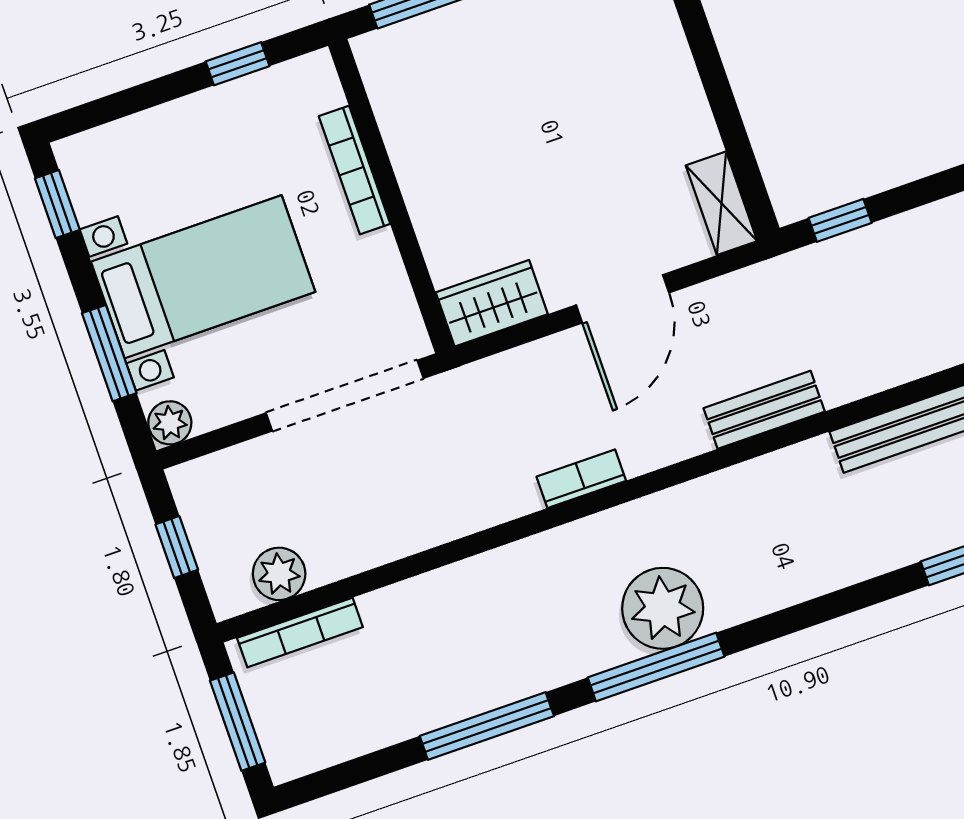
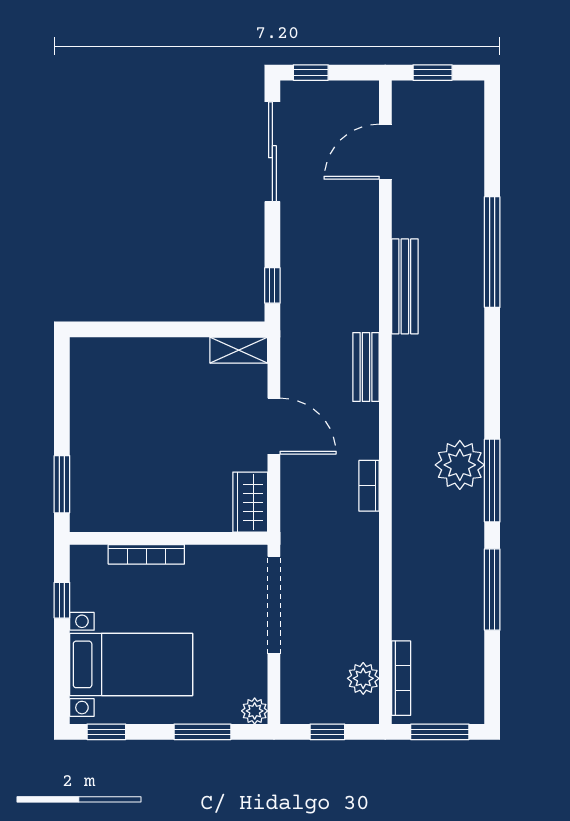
bed with nightstands: (203, 277) -> (131, 664), moved, turned 90

